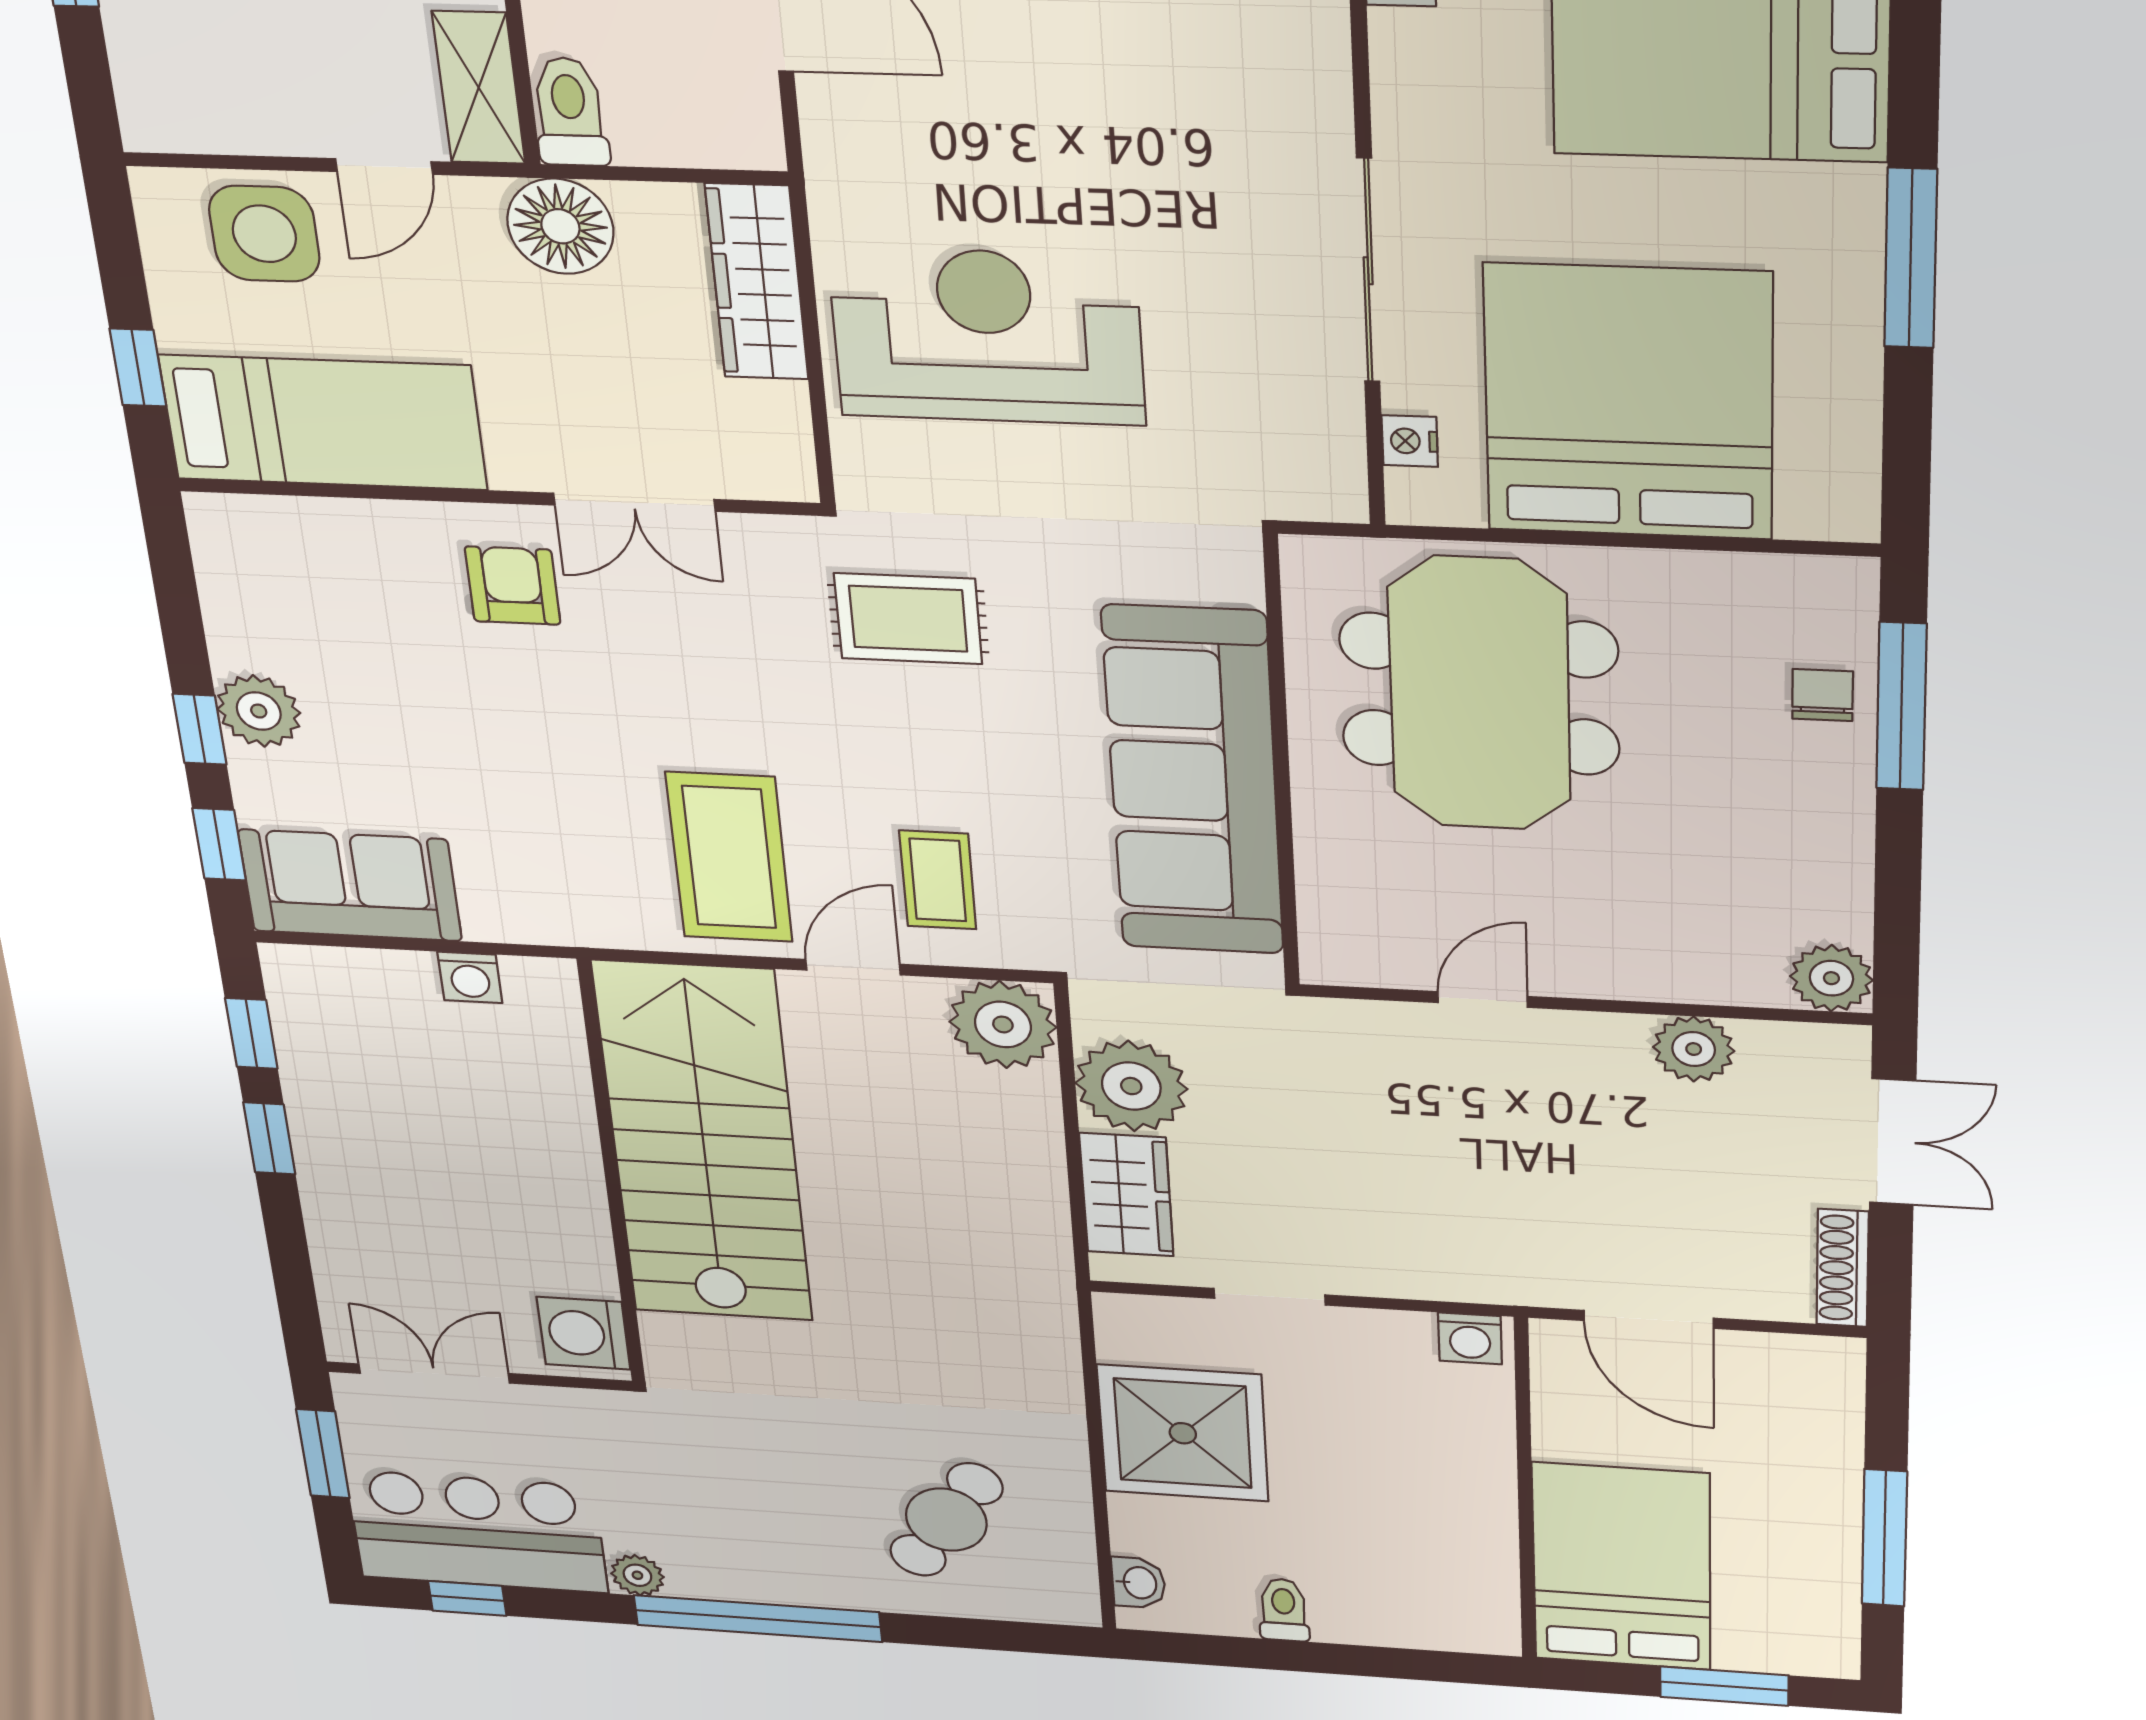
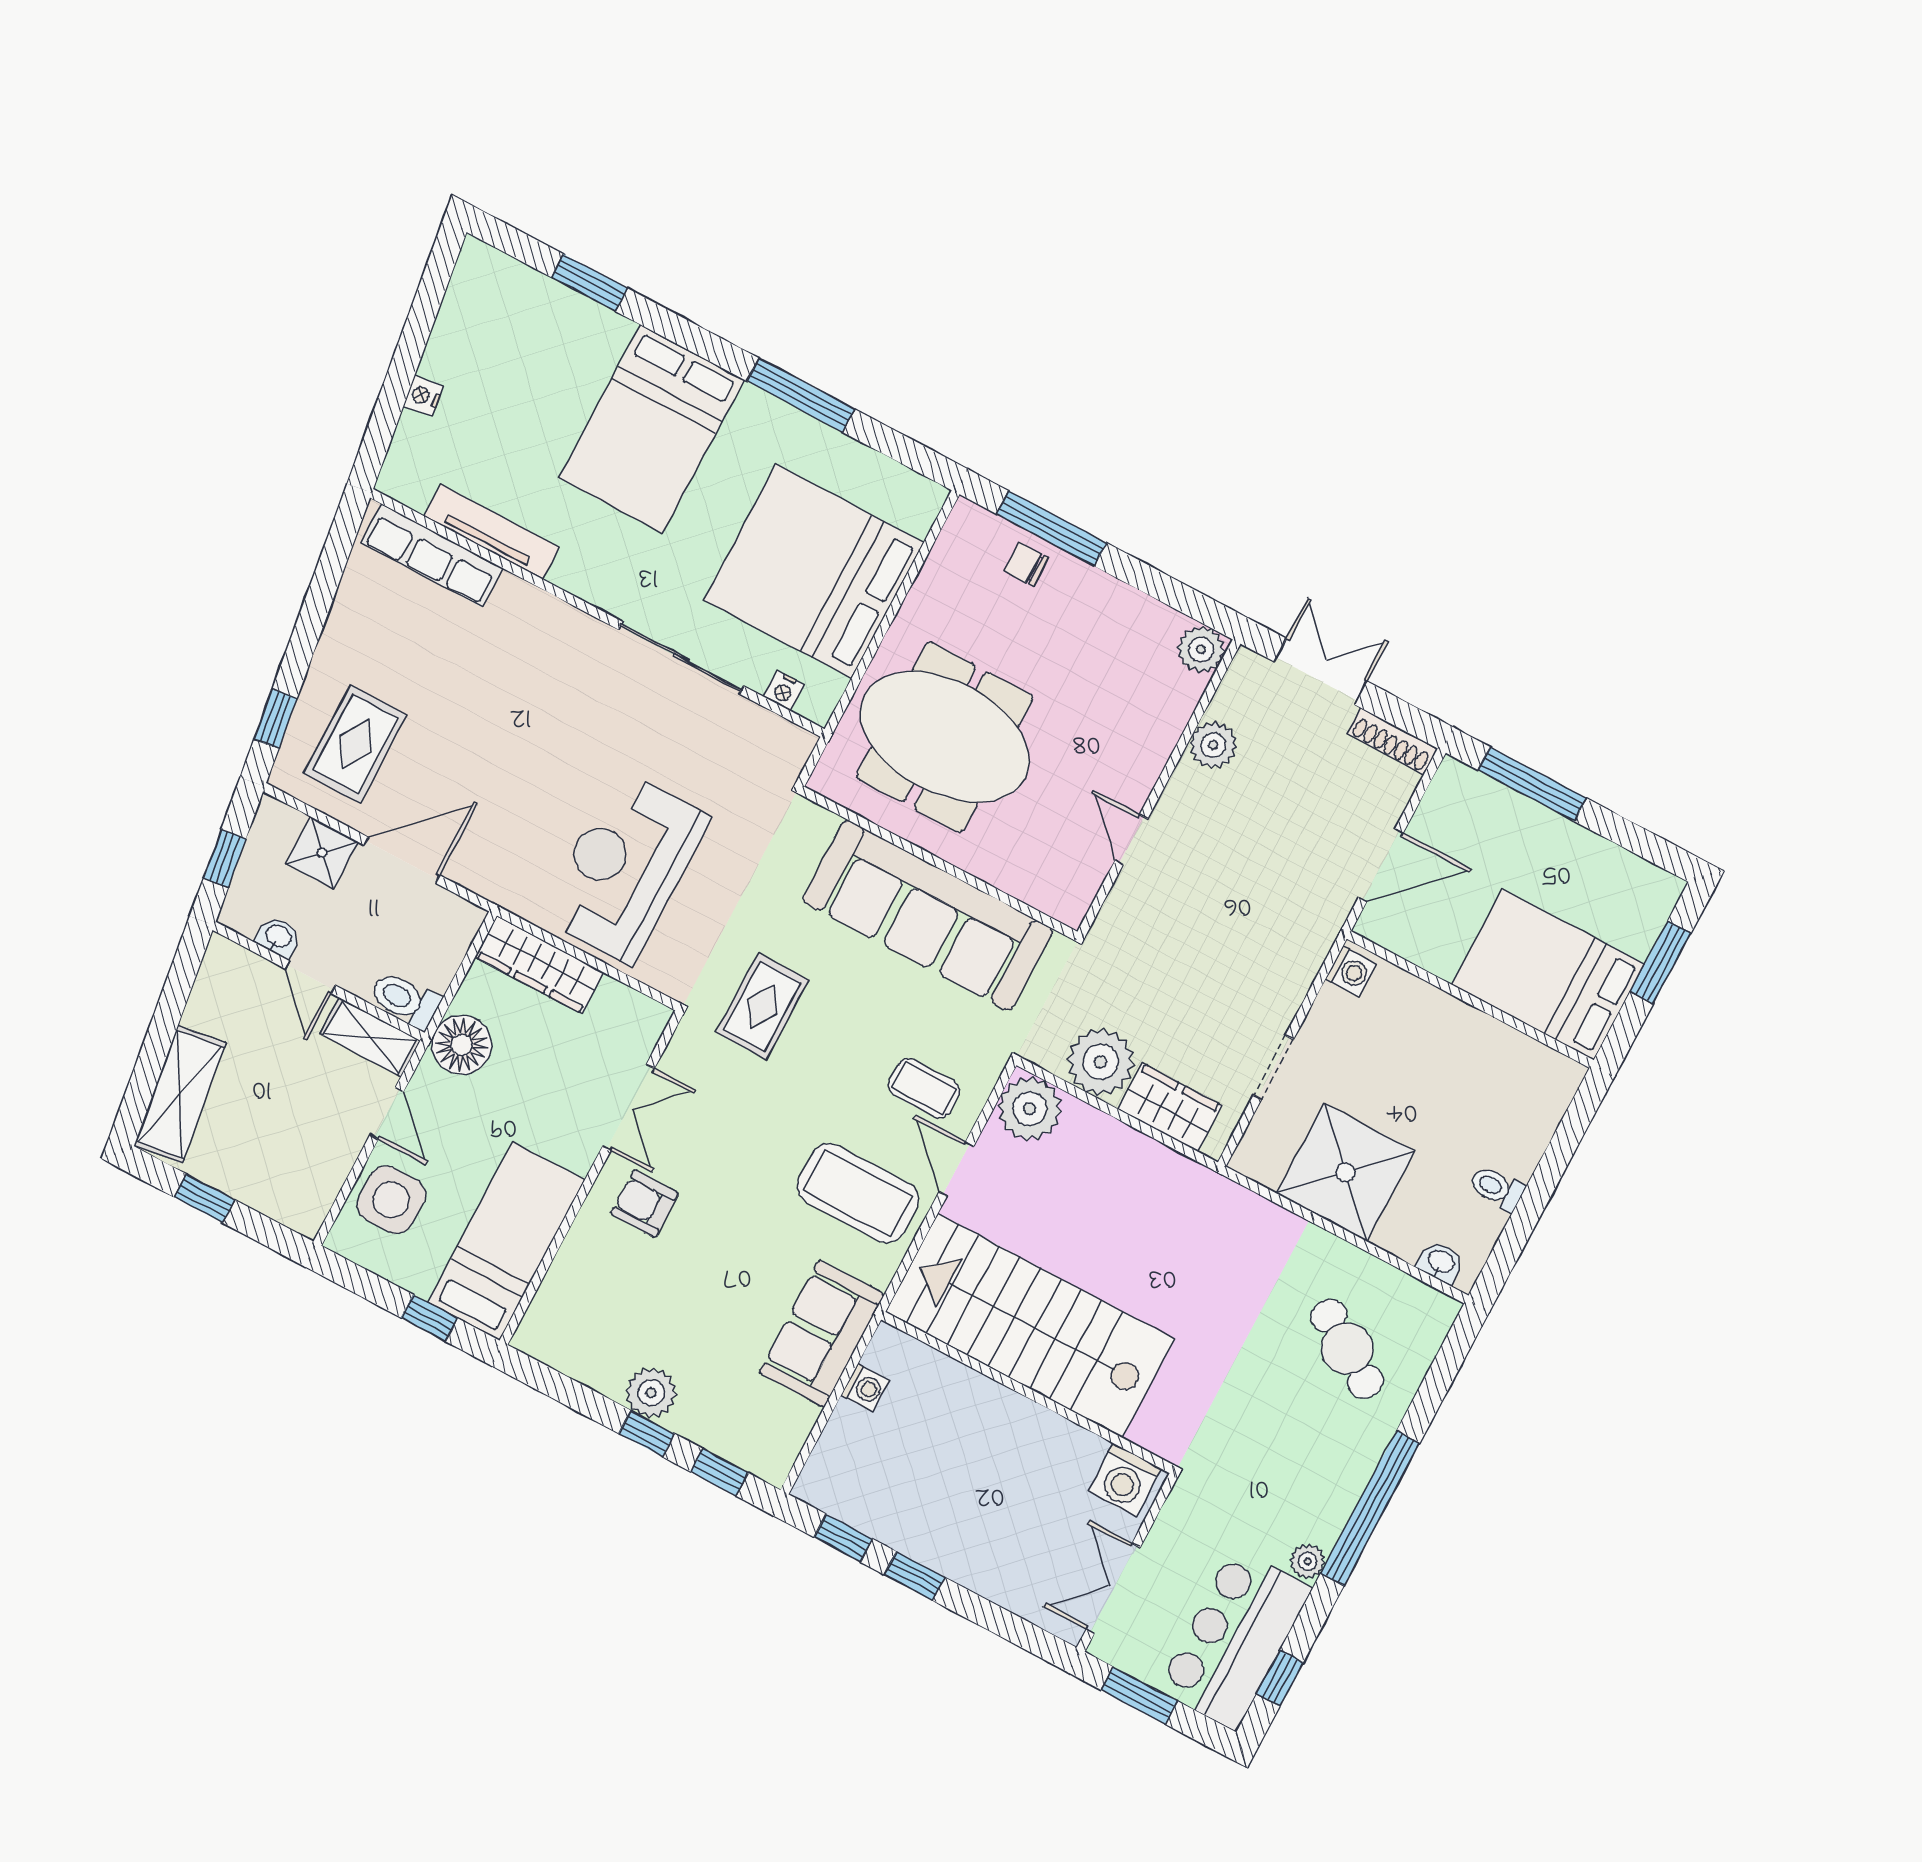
sofa: (350, 885) -> (822, 1334), moved
window: (1884, 1538) -> (1532, 784), moved

